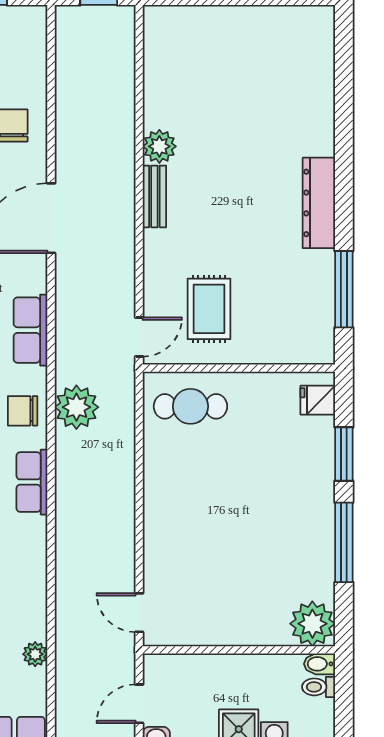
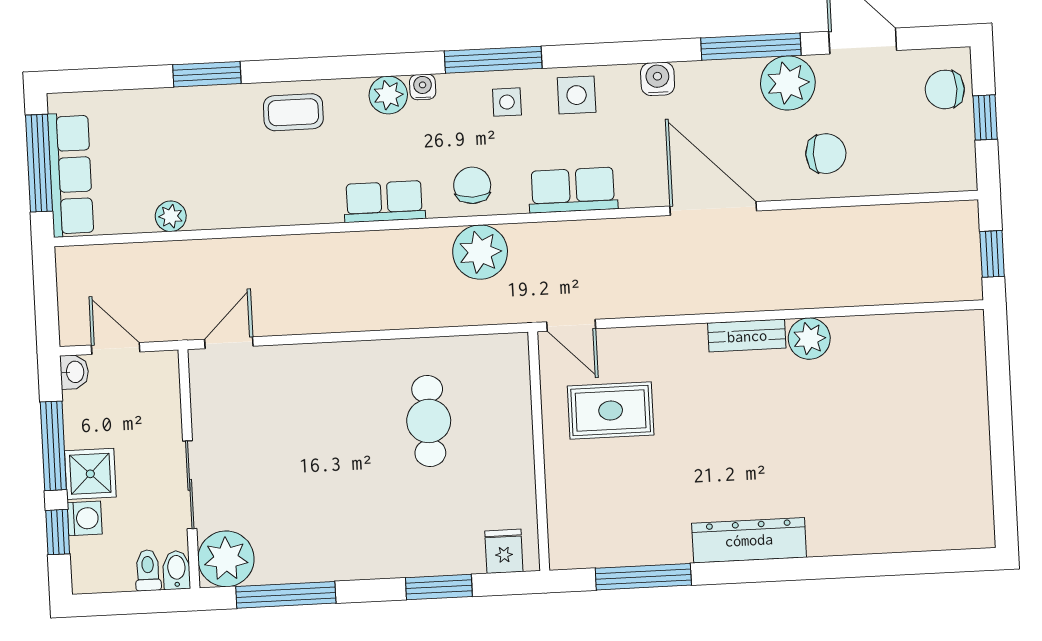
cafe table: (190, 406) -> (429, 421), moved
window: (344, 542) -> (286, 595), moved
sliding door: (252, 650) -> (190, 485), added

